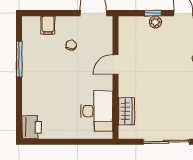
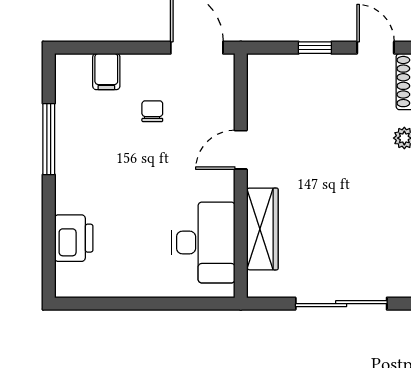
plant: (155, 22) -> (320, 65), removed
wardrobe: (126, 111) -> (262, 229), width x1.50
printer: (32, 127) -> (74, 238), moved

